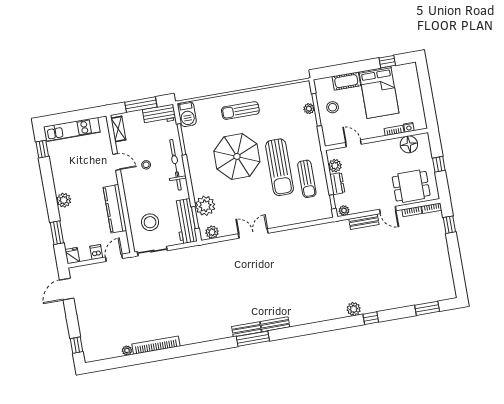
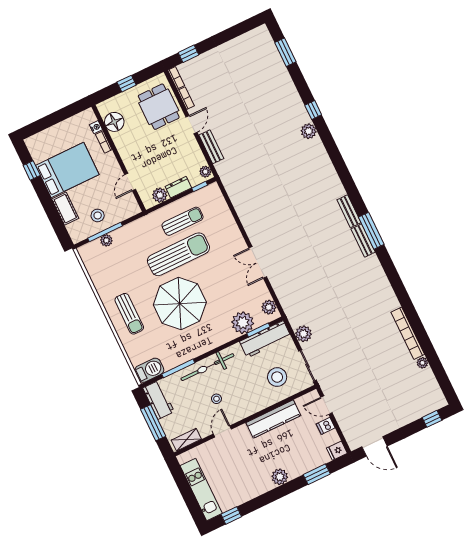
plant: (181, 255) -> (304, 334), added

